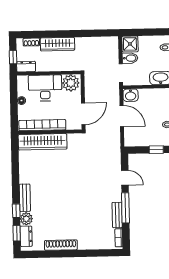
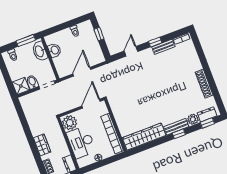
wardrobe: (57, 44) -> (42, 145), width x0.67
washbasin: (131, 95) -> (54, 50), moved
door: (83, 114) -> (91, 104), hinge flipped
wardrobe: (43, 142) -> (144, 137), moved, turned -90
window: (125, 208) -> (155, 42), width x0.46
window: (16, 211) -> (179, 134), moved

